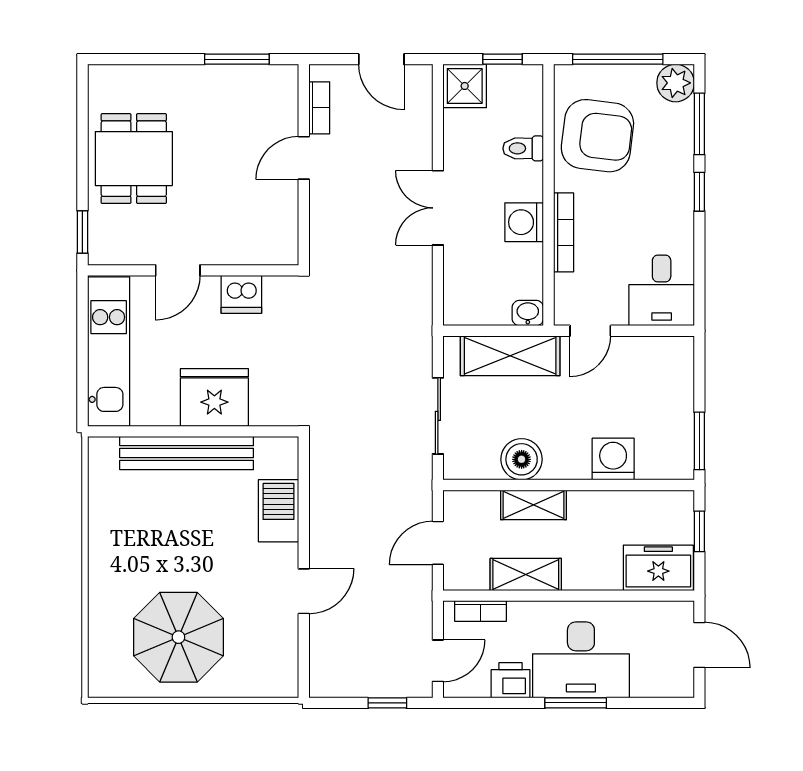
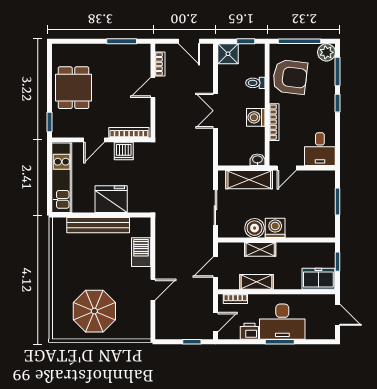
bookcase: (253, 254) -> (129, 132), added
window: (699, 441) -> (338, 202), moved
washing machine: (613, 459) -> (275, 228), moved

